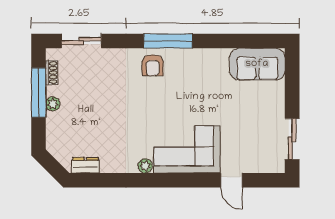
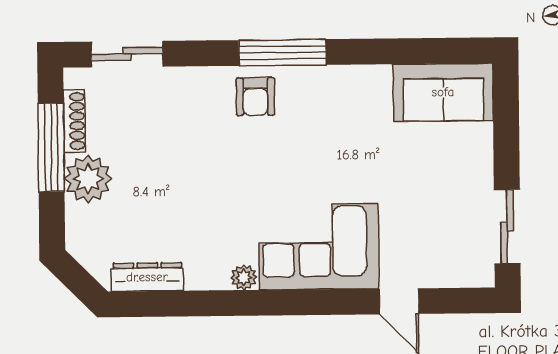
shoe rack: (52, 73) -> (74, 121), width x1.43
plant: (53, 104) -> (88, 179), width x1.88, depth x1.88
dresser: (85, 165) -> (147, 277), width x1.44

